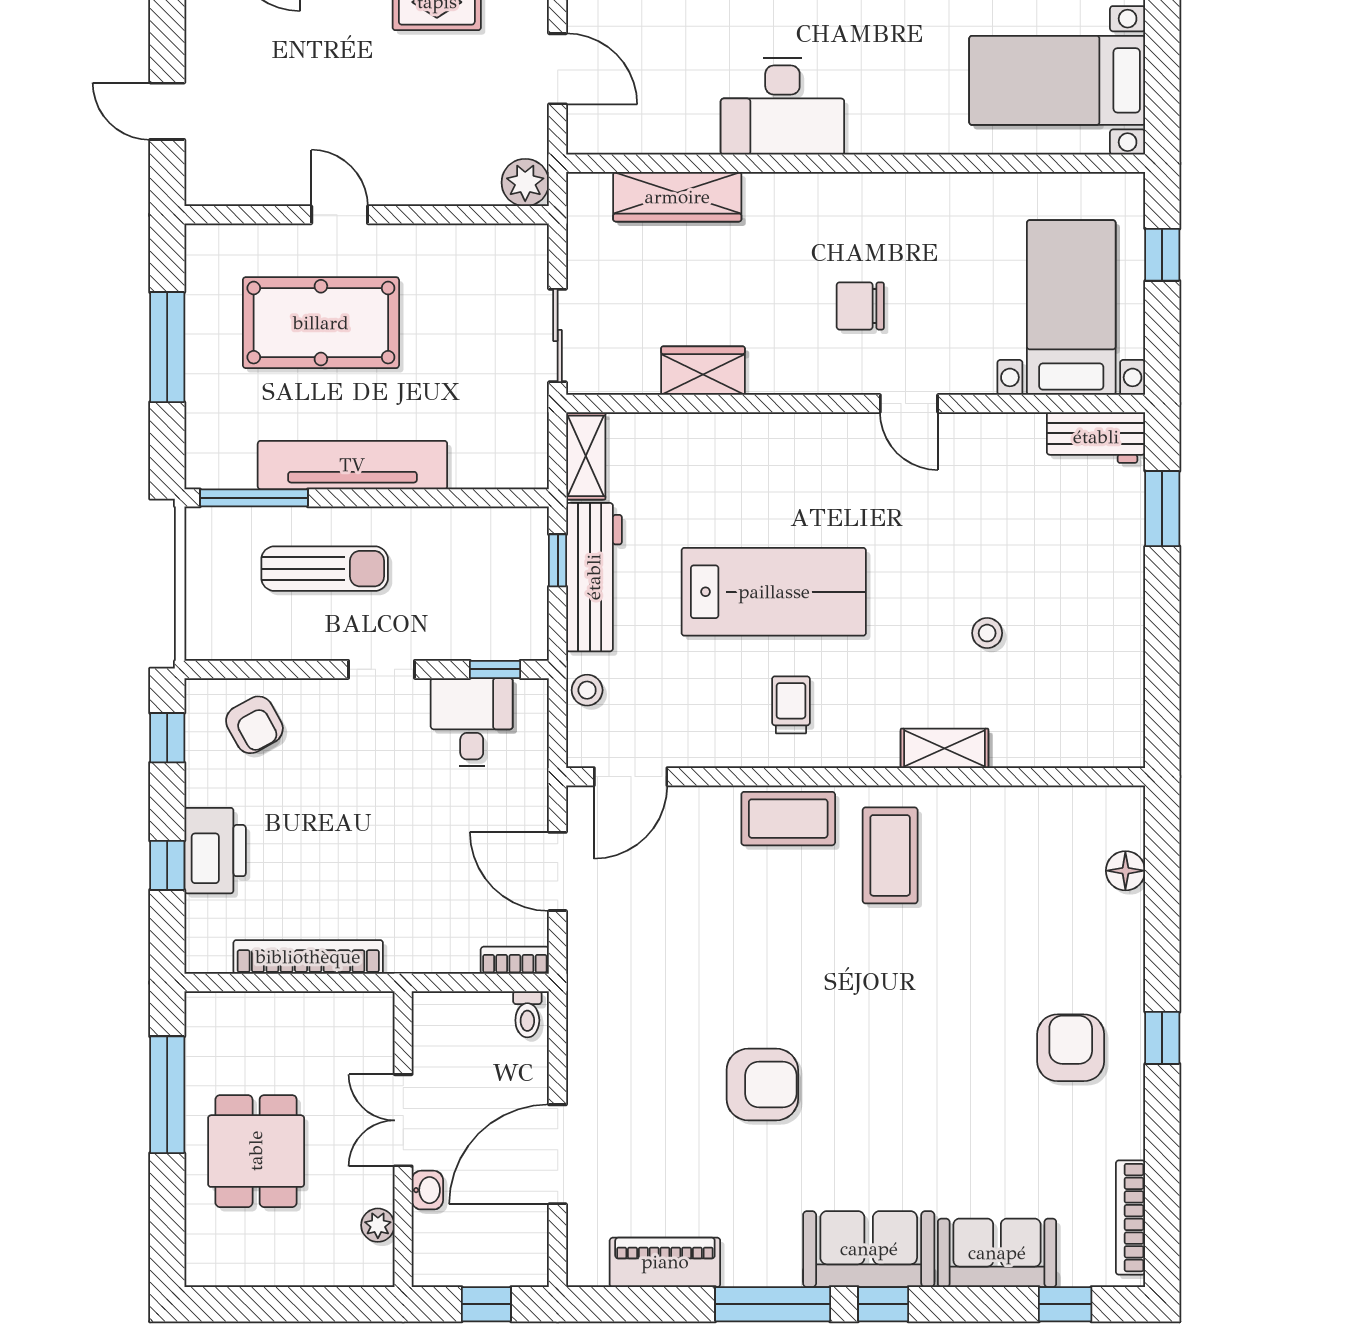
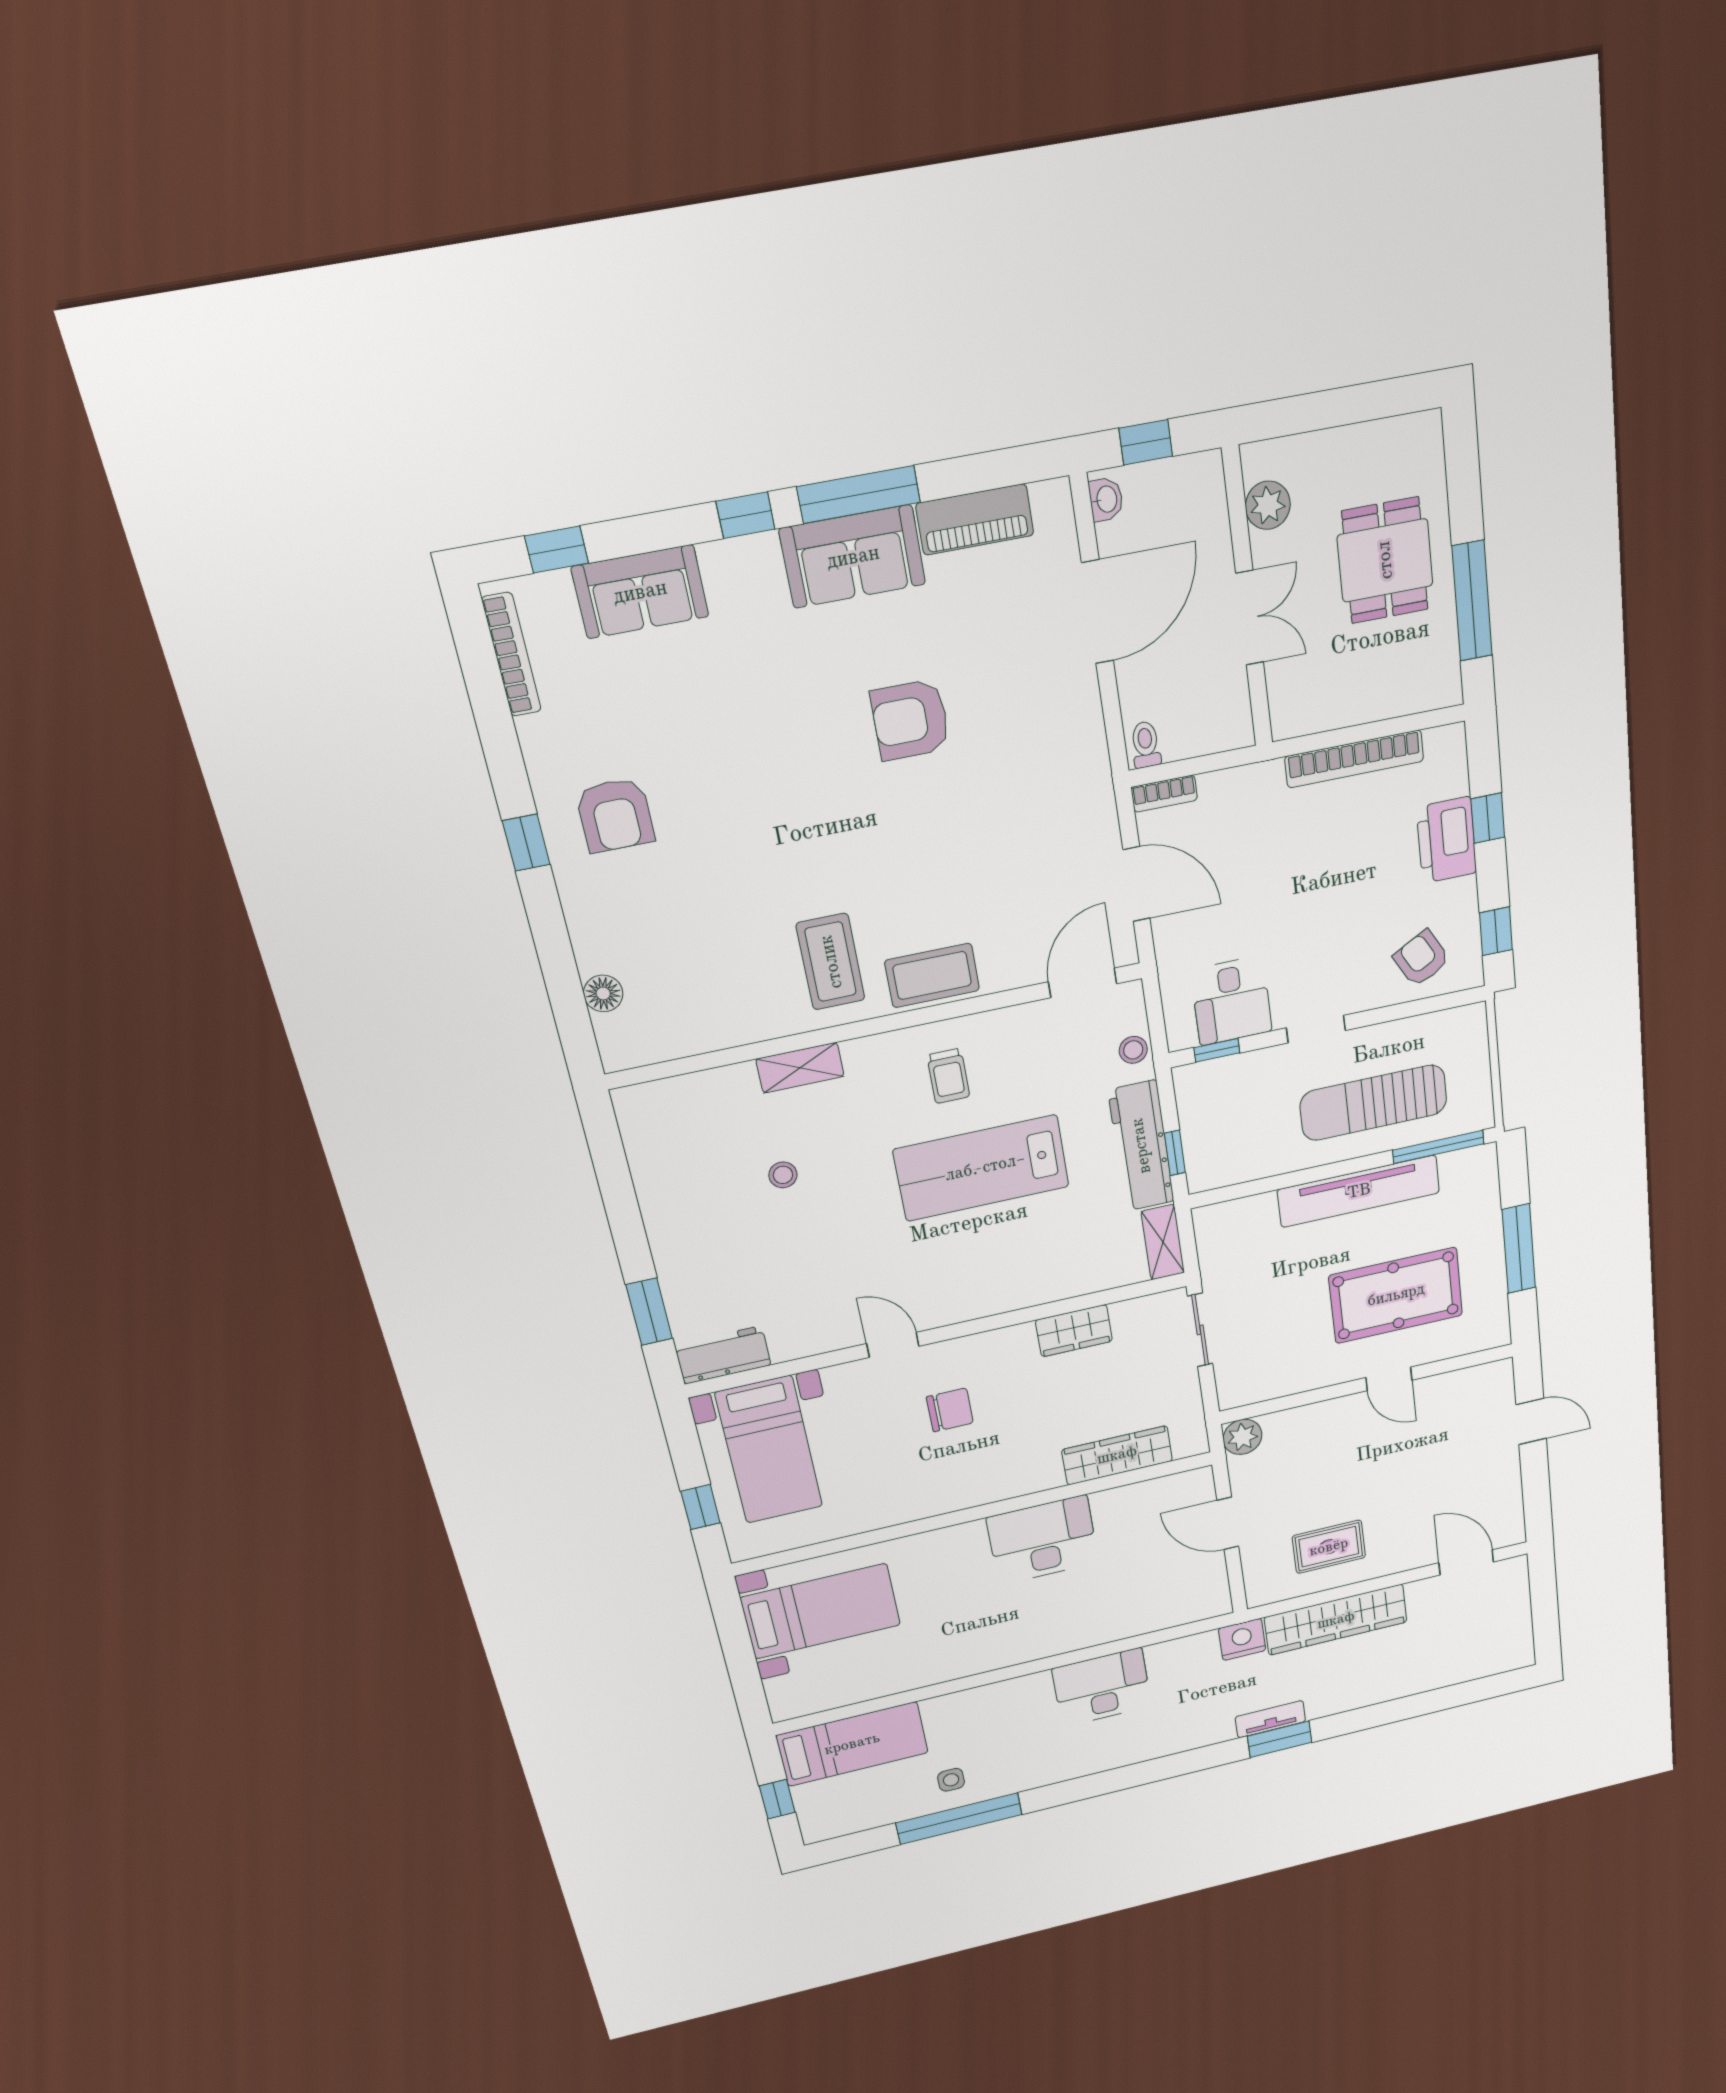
sun lounger: (325, 569) -> (1374, 1103), width x1.36, depth x1.34
washbasin: (427, 1190) -> (1106, 499), moved, turned 180
plant: (378, 1225) -> (1268, 505), width x1.38, depth x1.38
sofa: (869, 1249) -> (853, 557), moved

